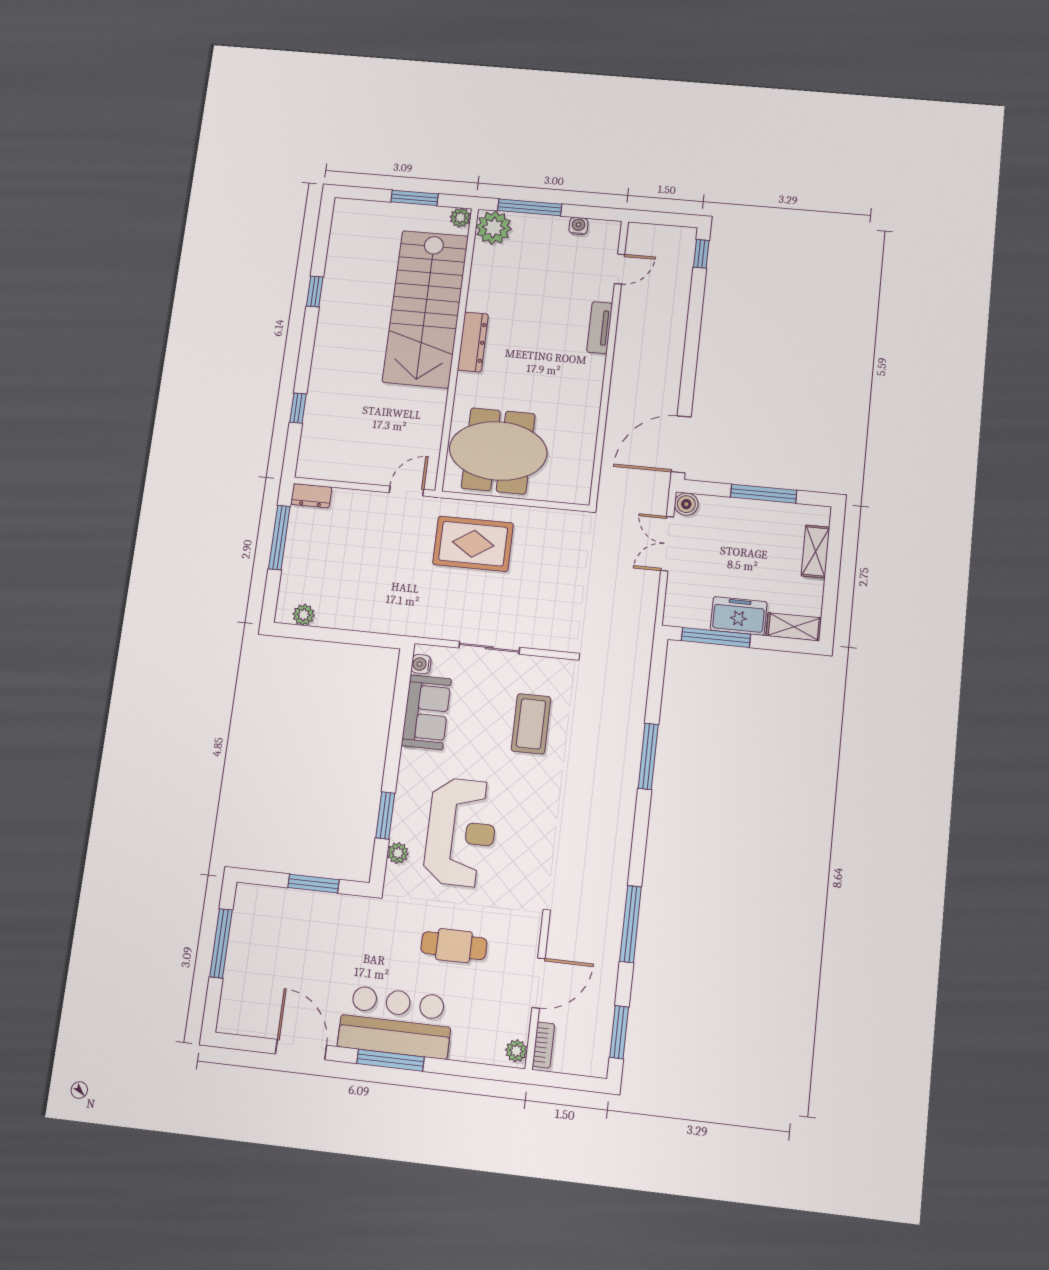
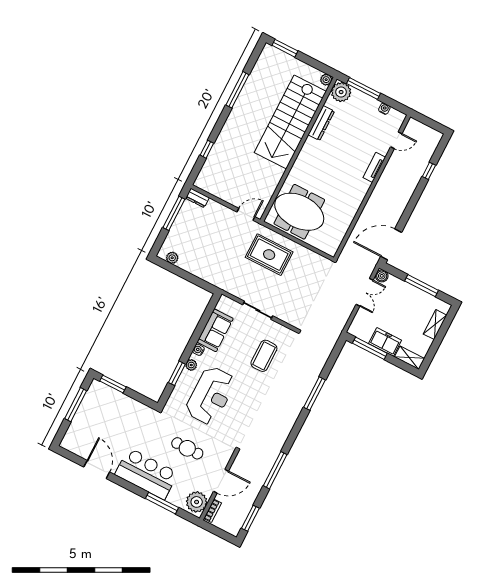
window: (415, 198) -> (285, 48), moved
window: (701, 254) -> (429, 171), moved
window: (315, 291) -> (237, 90), width x2.17
dresser: (473, 342) -> (321, 123), moved
double door: (667, 544) -> (365, 292), swing flipped
water cooler: (421, 664) -> (198, 350), moved
plant: (398, 853) -> (191, 365), moved
window: (314, 884) -> (113, 384), moved
plant: (516, 1051) -> (197, 502), width x1.87, depth x1.87
window: (390, 1060) -> (162, 503), moved

